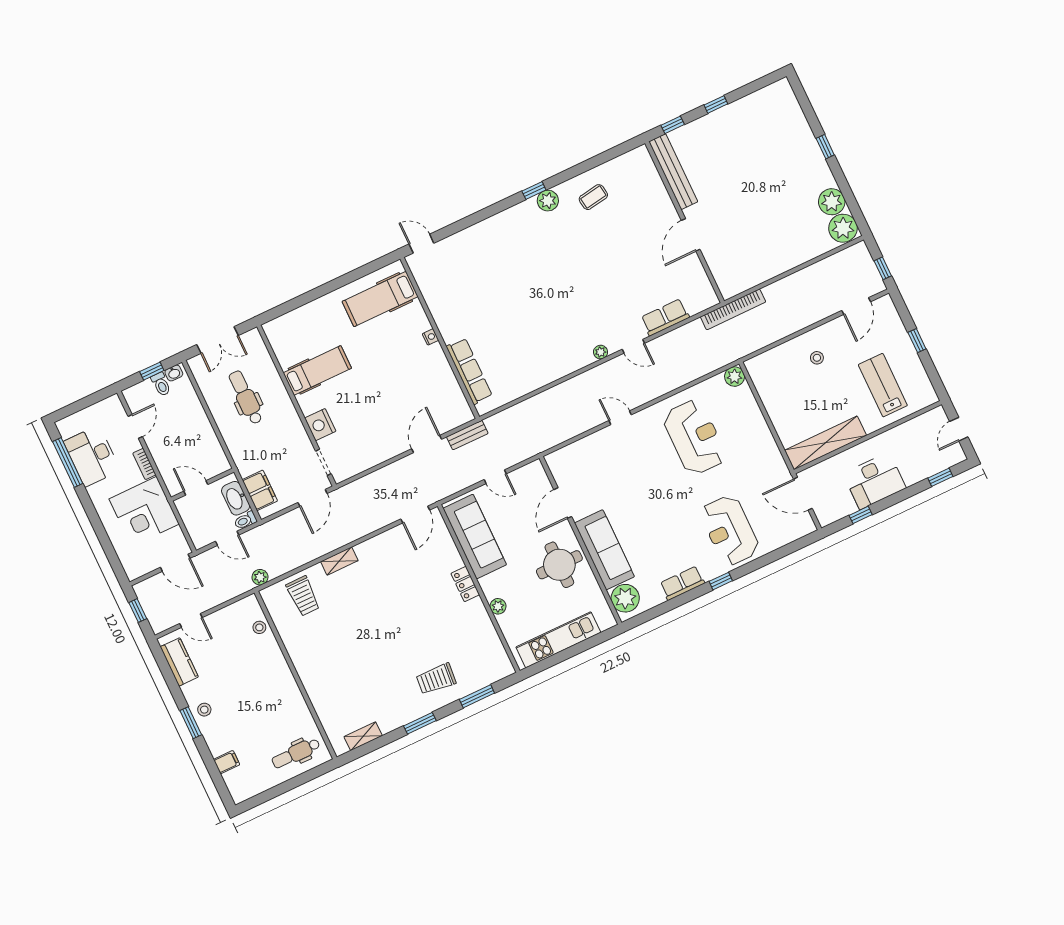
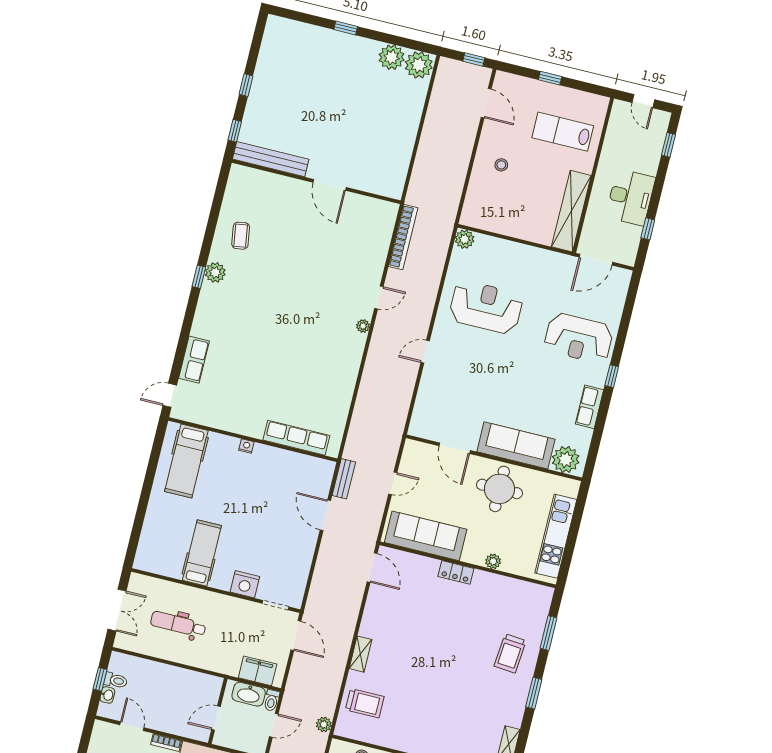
bookcase: (733, 309) -> (403, 237), moved
row of seats: (665, 317) -> (194, 360), moved, turned 180
washbasin: (174, 373) -> (107, 695), moved

